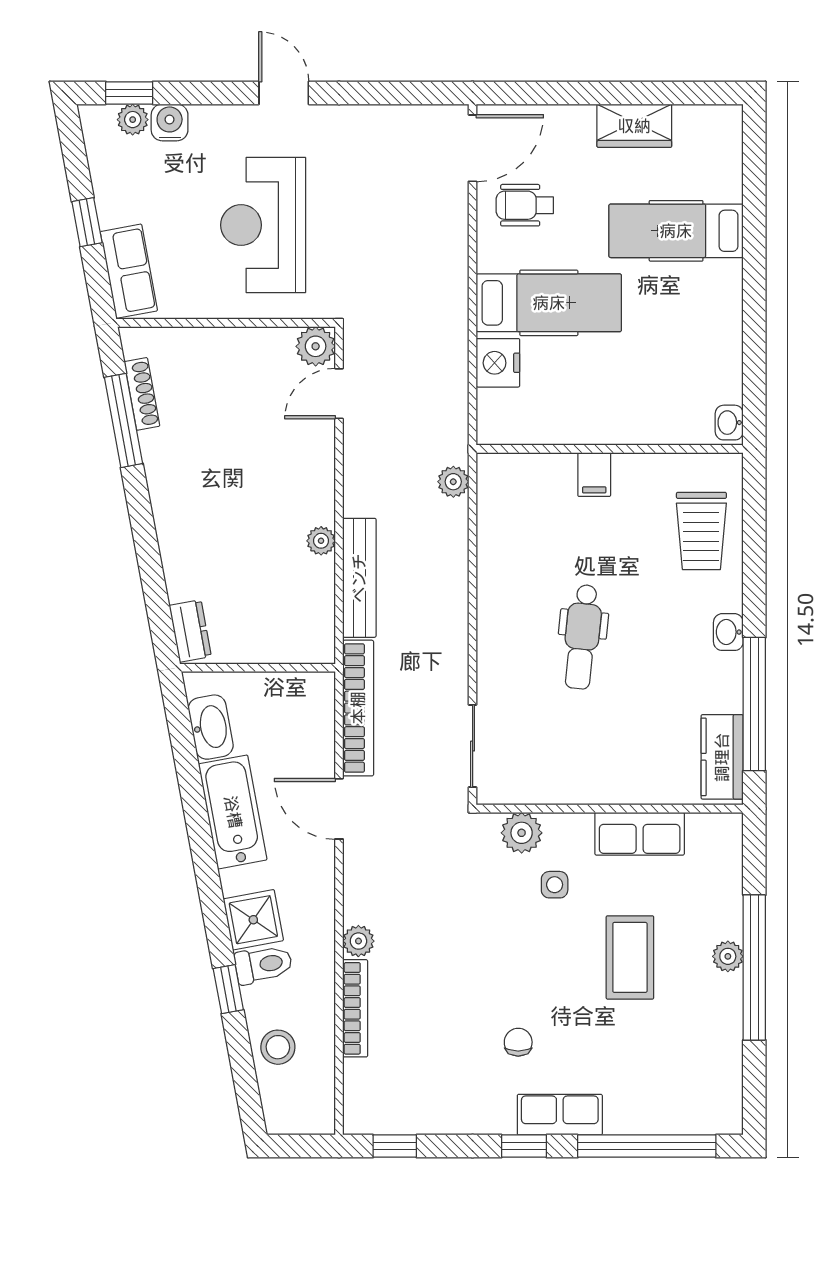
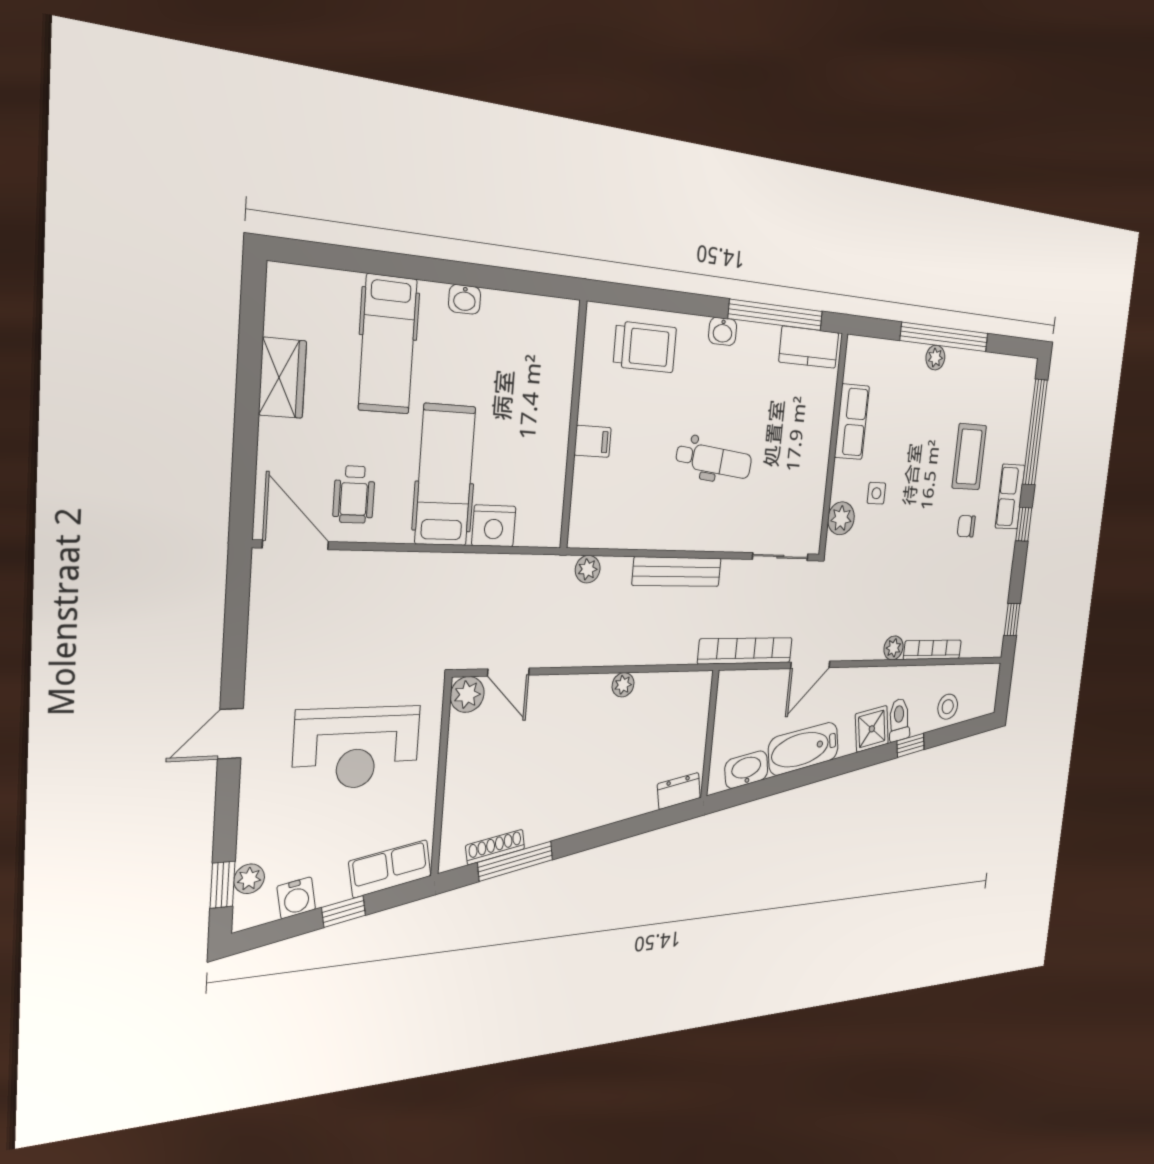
water cooler: (170, 122) -> (296, 898), moved, turned -100
washbasin: (729, 423) -> (465, 299), moved
bench: (359, 578) -> (677, 572), moved
coffee table: (630, 957) -> (969, 457), moved, turned 90

